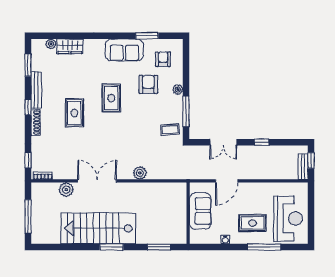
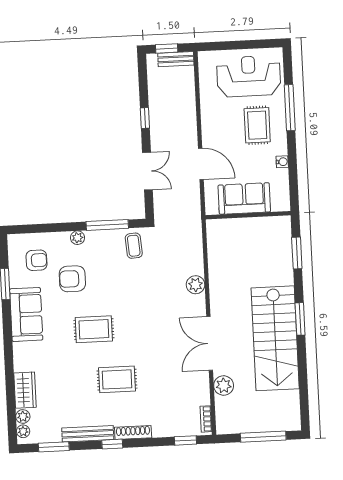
plant: (40, 44) -> (23, 431), added
armchair: (163, 59) -> (36, 260), turned 180

